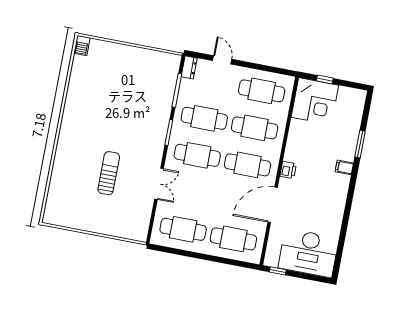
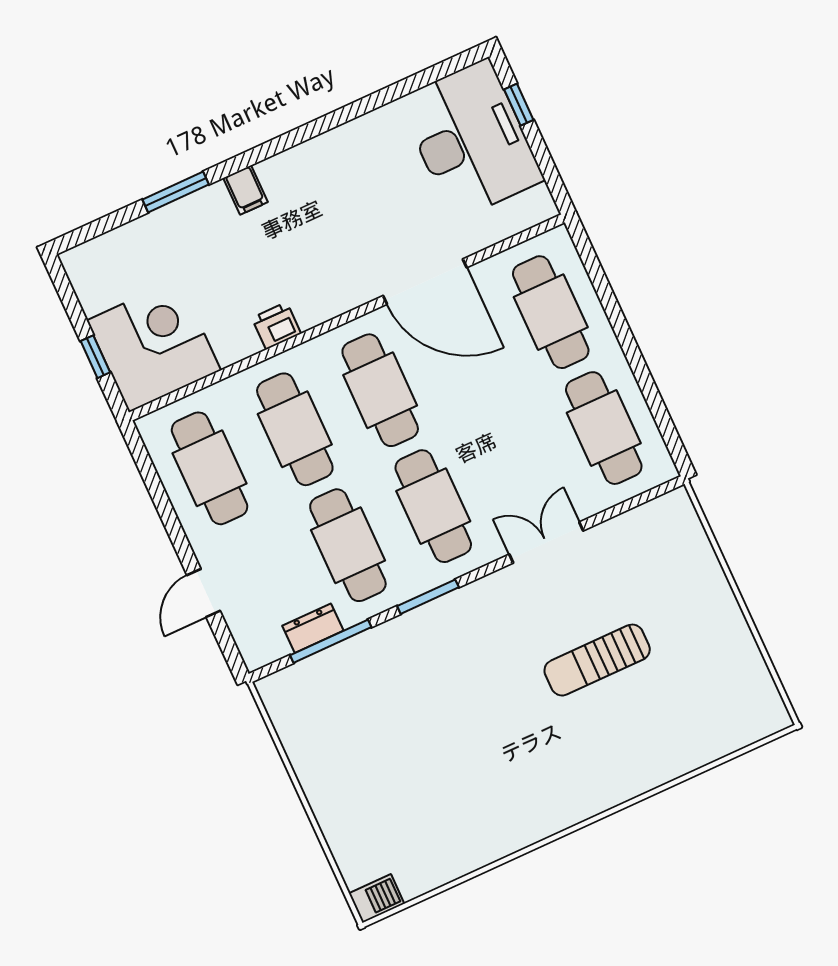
dresser: (189, 67) -> (313, 628), moved
printer: (288, 170) -> (276, 326), moved
window: (278, 271) -> (519, 105), moved

